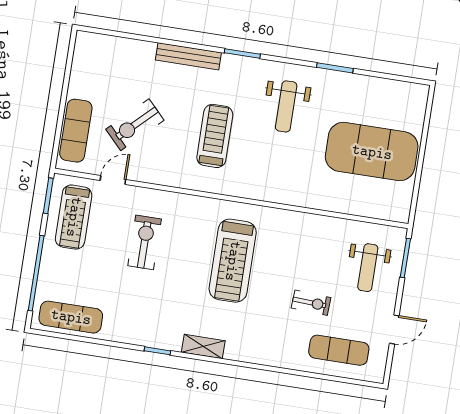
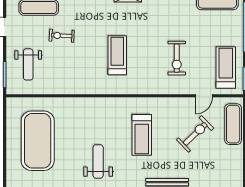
exercise mat: (372, 152) -> (38, 141), turned 90
treadmill: (233, 261) -> (117, 55), width x0.73, depth x0.73
weight bench: (368, 268) -> (28, 64), turned 180

